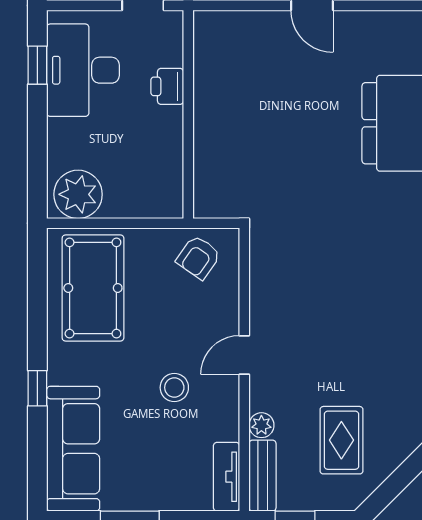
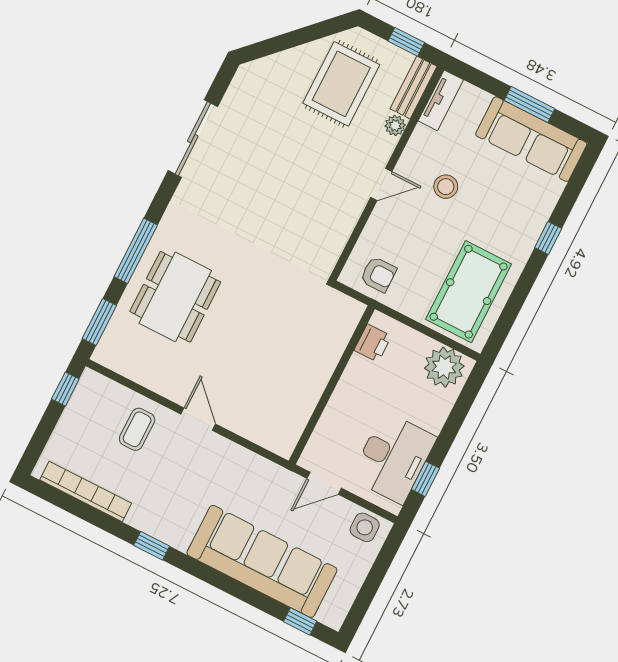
printer: (167, 86) -> (373, 343), moved
armchair: (199, 257) -> (378, 274), turned 55
rug: (341, 440) -> (341, 84), width x1.36, depth x1.43
sofa: (73, 449) -> (531, 139), moved, turned -90

